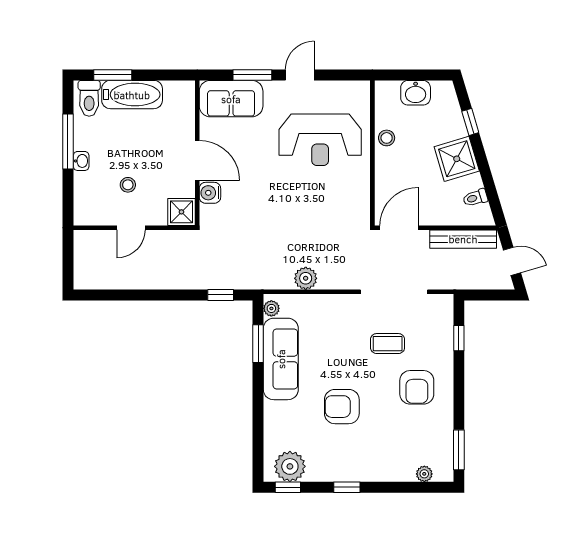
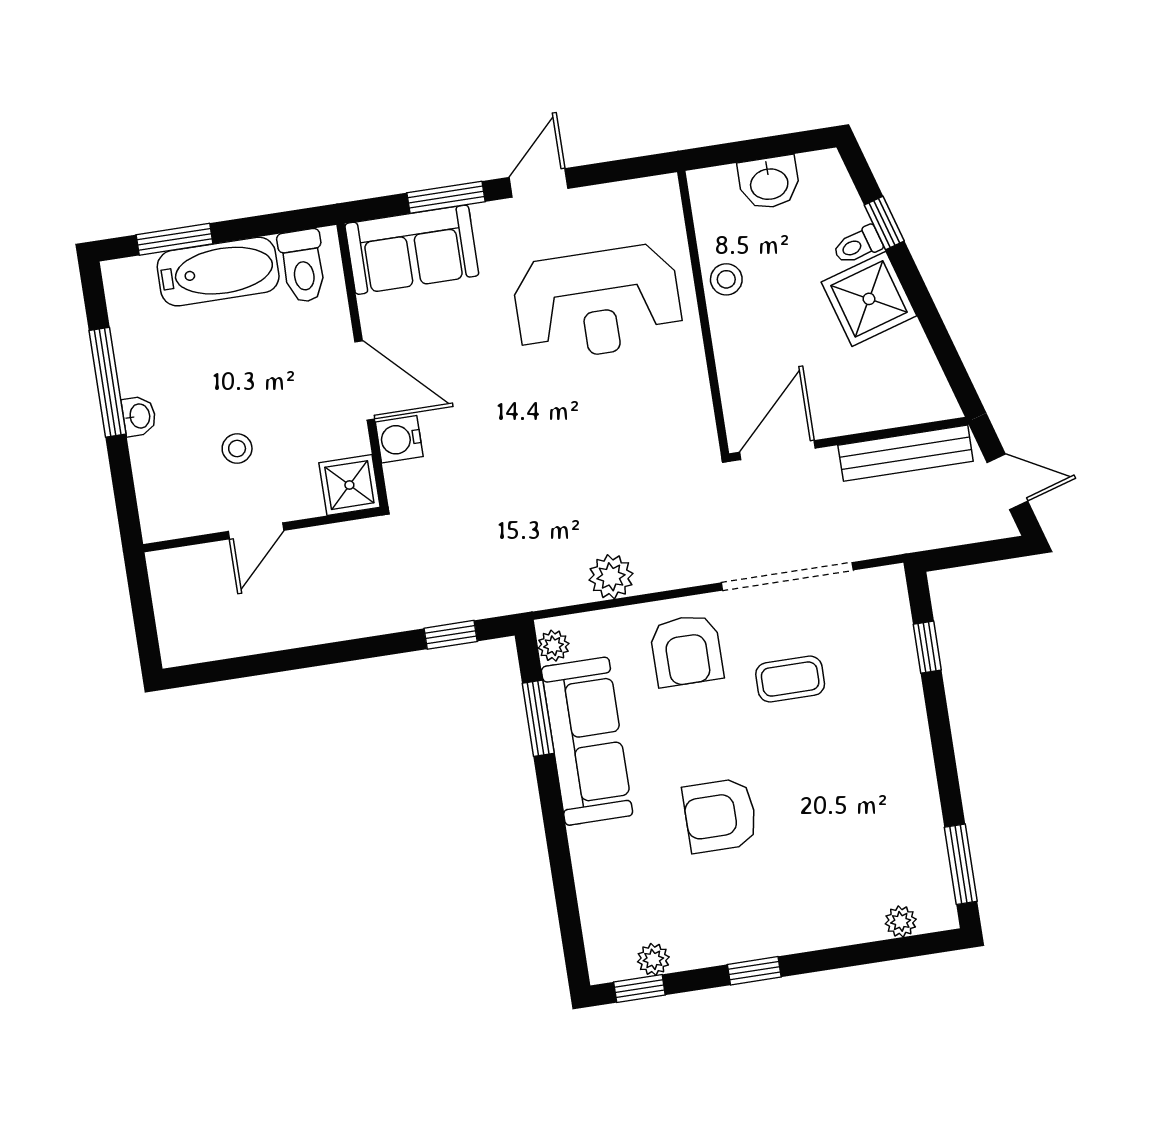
toilet: (89, 98) -> (303, 266), moved
toilet: (475, 198) -> (858, 245), moved
armchair: (417, 387) -> (686, 650), moved
plant: (290, 466) -> (653, 959), width x0.53, depth x0.53

